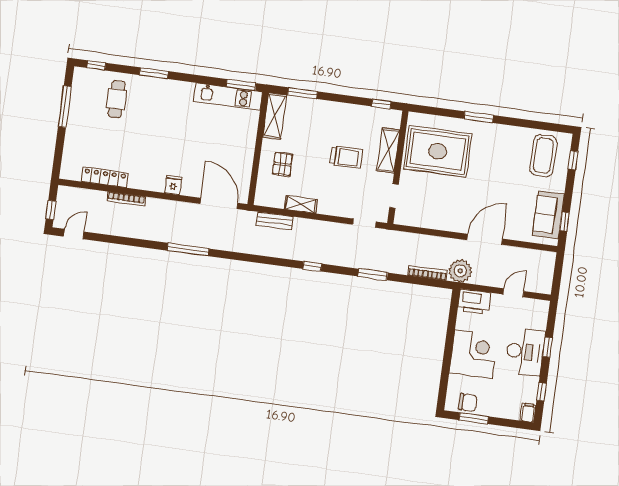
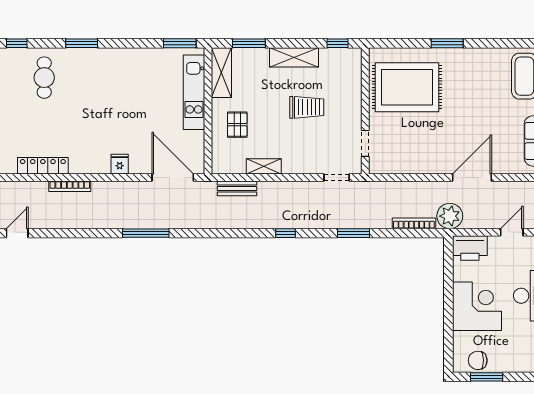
kitchen unit: (228, 97) -> (194, 92), moved, turned 90
shelving: (388, 150) -> (294, 57), moved, turned 90
chair: (468, 402) -> (478, 360), turned 180

